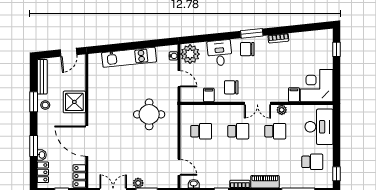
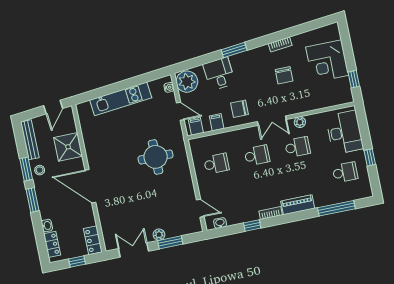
window: (252, 33) -> (234, 50), moved
chair: (247, 49) -> (284, 75), moved, turned -90
window: (337, 49) -> (354, 79), moved
corner desk: (317, 86) -> (327, 61), moved, turned -90
filing cabinet: (294, 95) -> (196, 126), moved
shower: (74, 102) -> (68, 147), moved
door: (87, 141) -> (90, 186), moved
window: (34, 146) -> (32, 200), moved
window: (337, 174) -> (370, 157), moved

